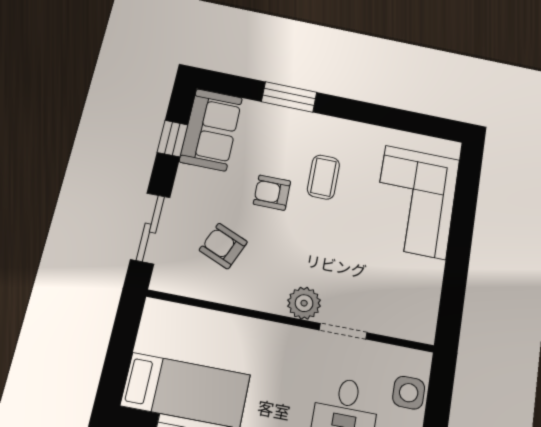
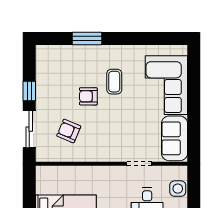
sofa: (211, 130) -> (174, 138), moved, turned 180
window: (172, 139) -> (29, 91), moved
plant: (304, 303) -> (116, 153), removed

